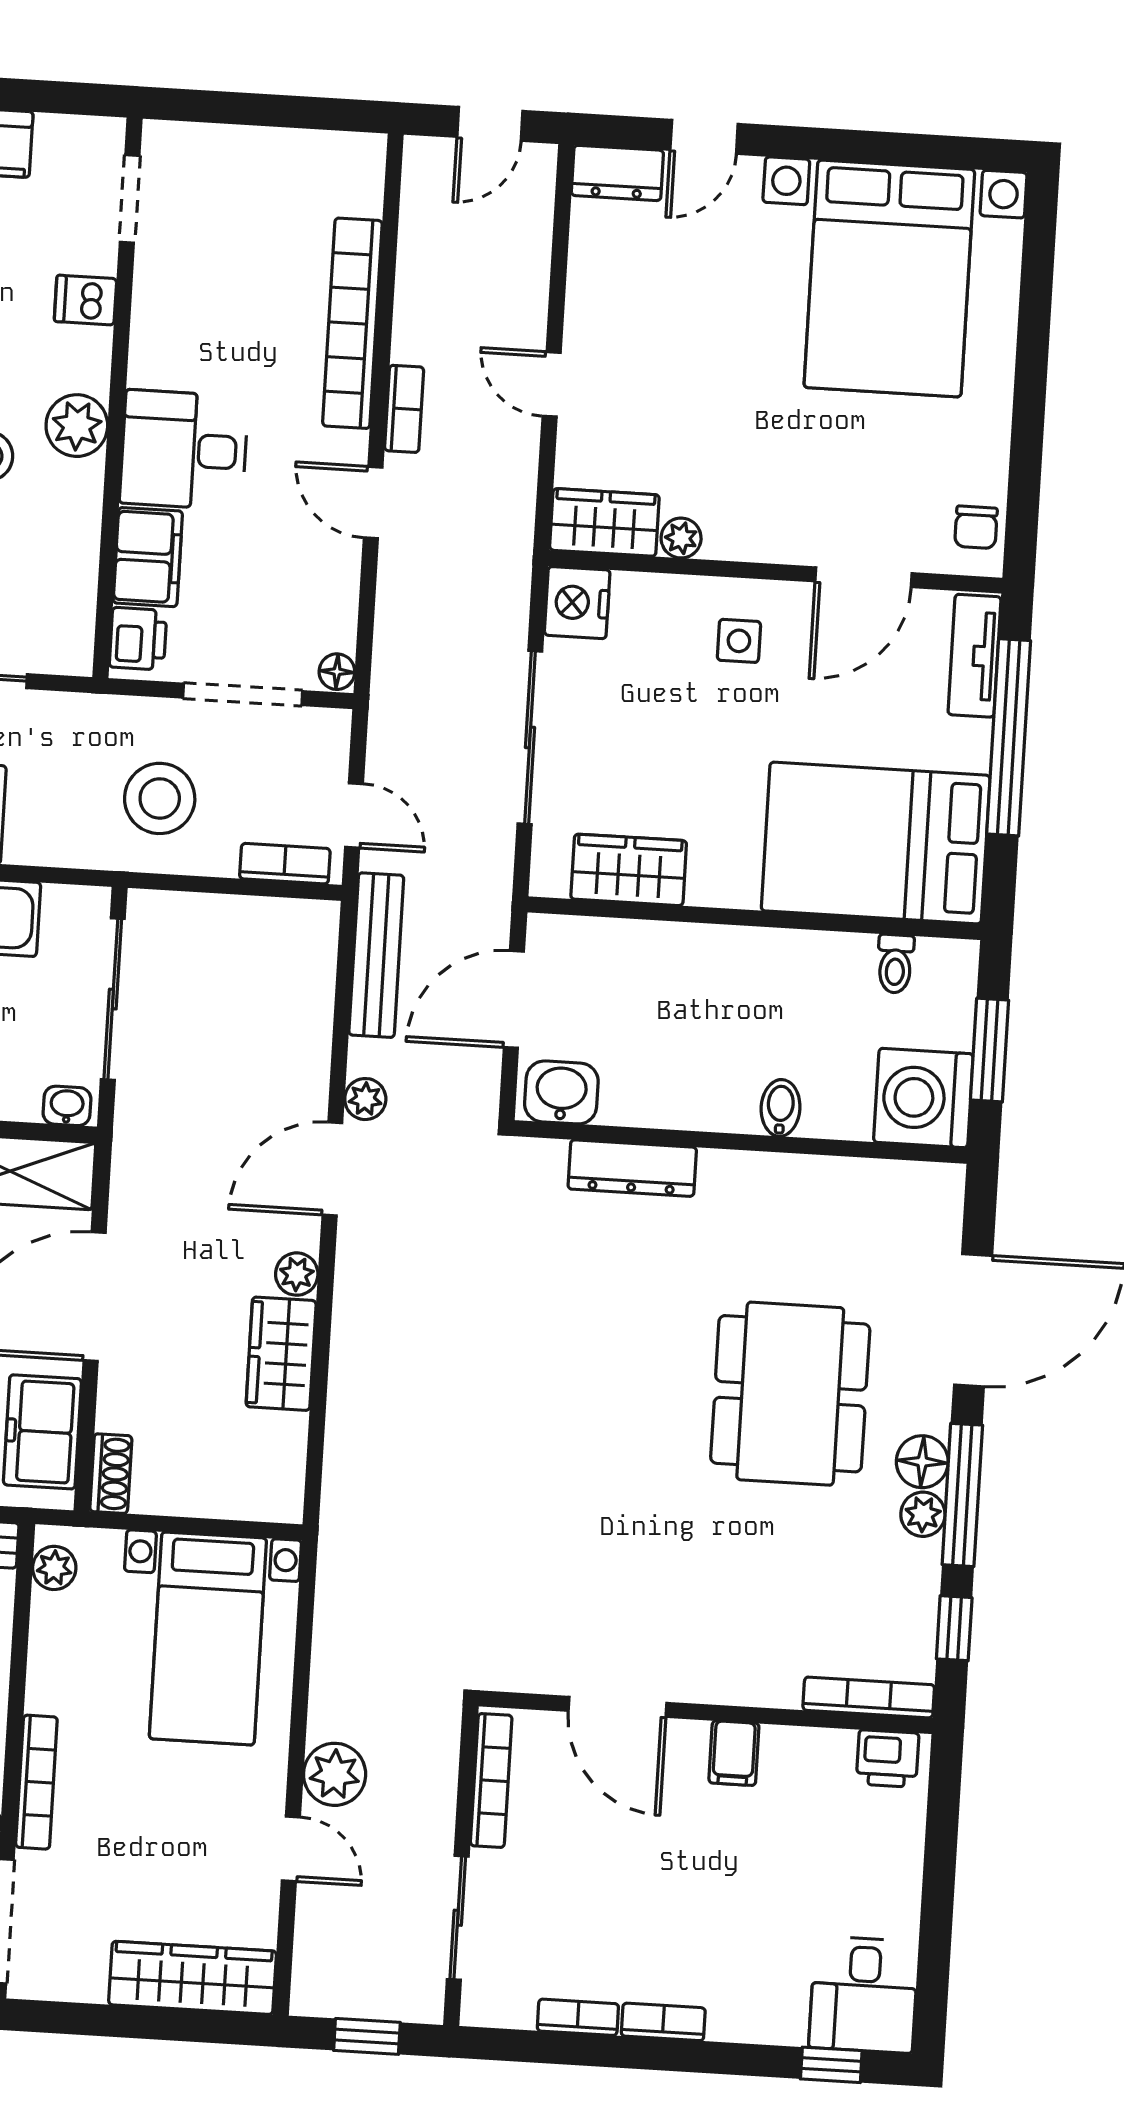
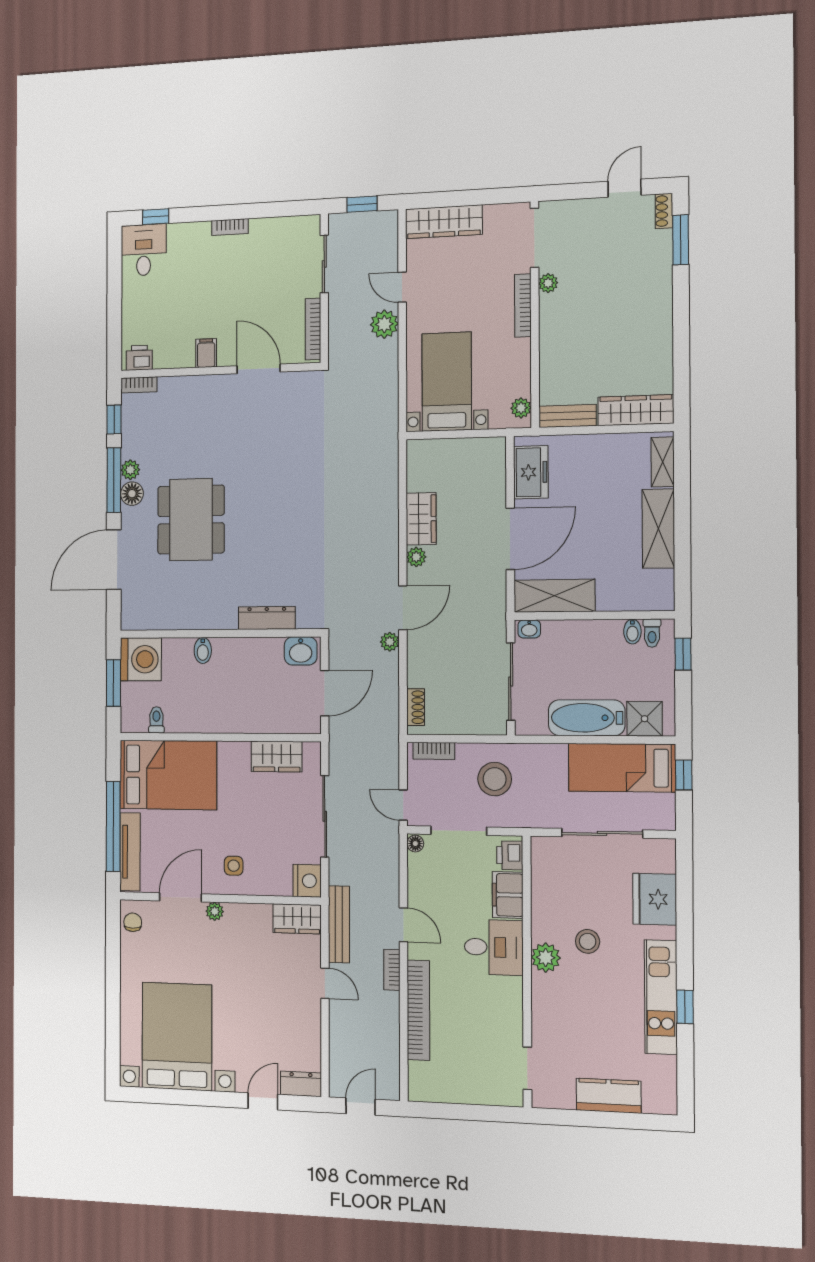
dishwasher: (85, 300) -> (545, 1019), removed
plant: (681, 538) -> (215, 911), moved
tv unit: (975, 656) -> (130, 852), width x1.41
door: (354, 815) -> (403, 805), moved
bench: (376, 955) -> (339, 924), moved
shoe rack: (111, 1474) -> (416, 707), moved, turned 180
bookcase: (869, 1697) -> (139, 385), width x0.64
bookcase: (578, 2017) -> (268, 225), removed

